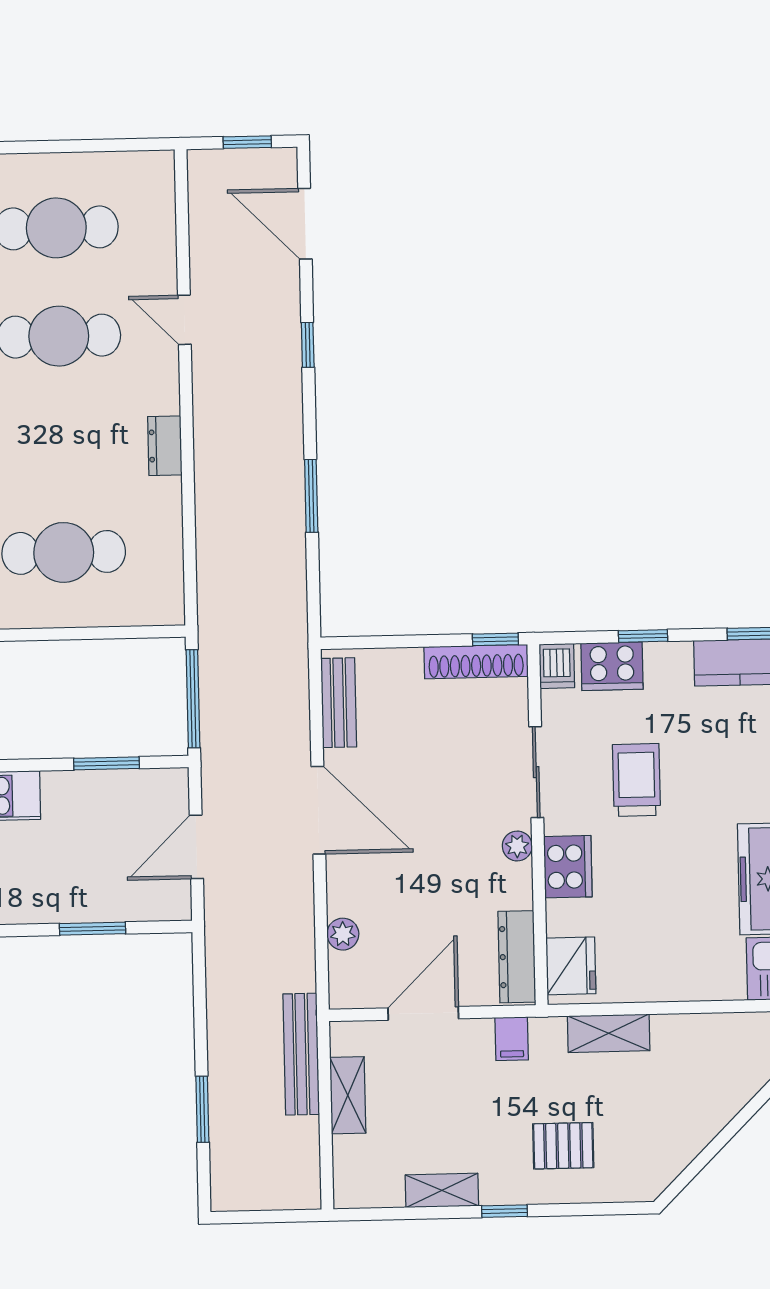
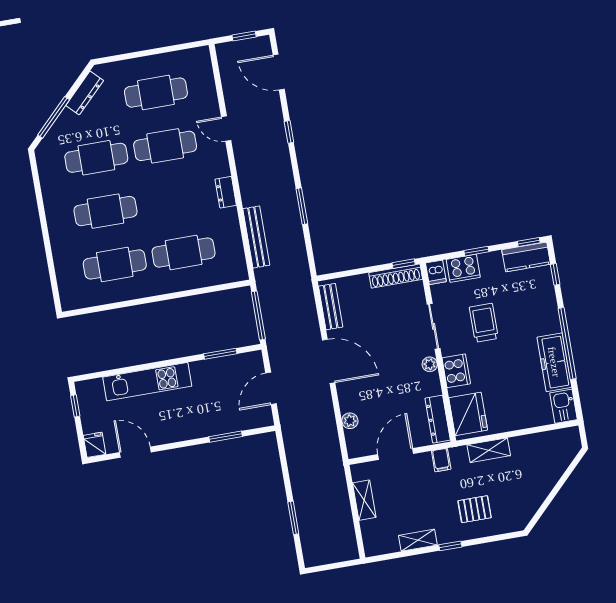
fridge: (571, 966) -> (468, 414), width x1.36, depth x1.34
bench: (301, 1054) -> (256, 237), moved

